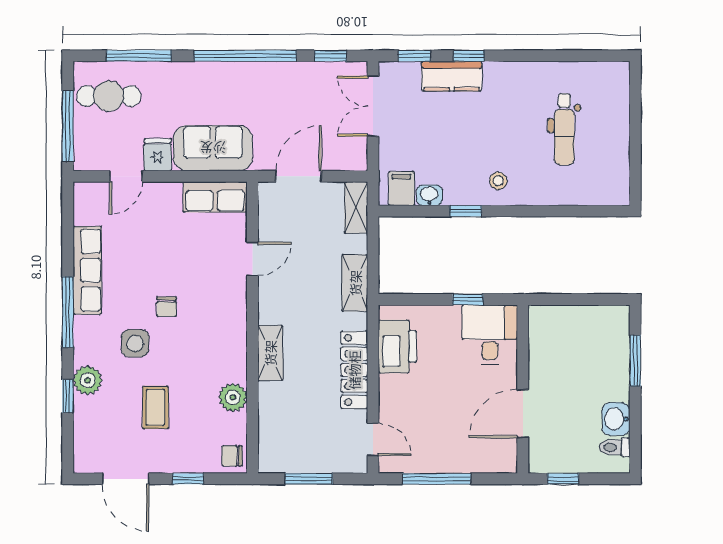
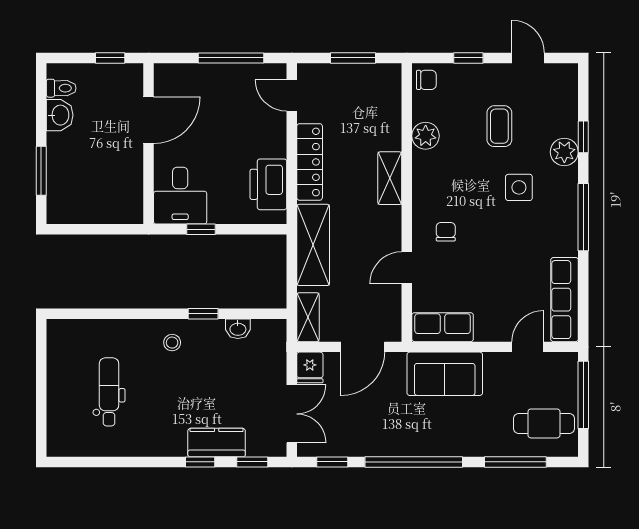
fridge: (158, 155) -> (310, 367), moved
filing cabinet: (401, 189) -> (265, 335), removed
row of seats: (87, 270) -> (565, 300), moved
shelving: (355, 283) -> (313, 245), width x1.50, depth x1.33
chair: (167, 307) -> (446, 232), moved
door: (125, 479) -> (528, 58), width x0.73

